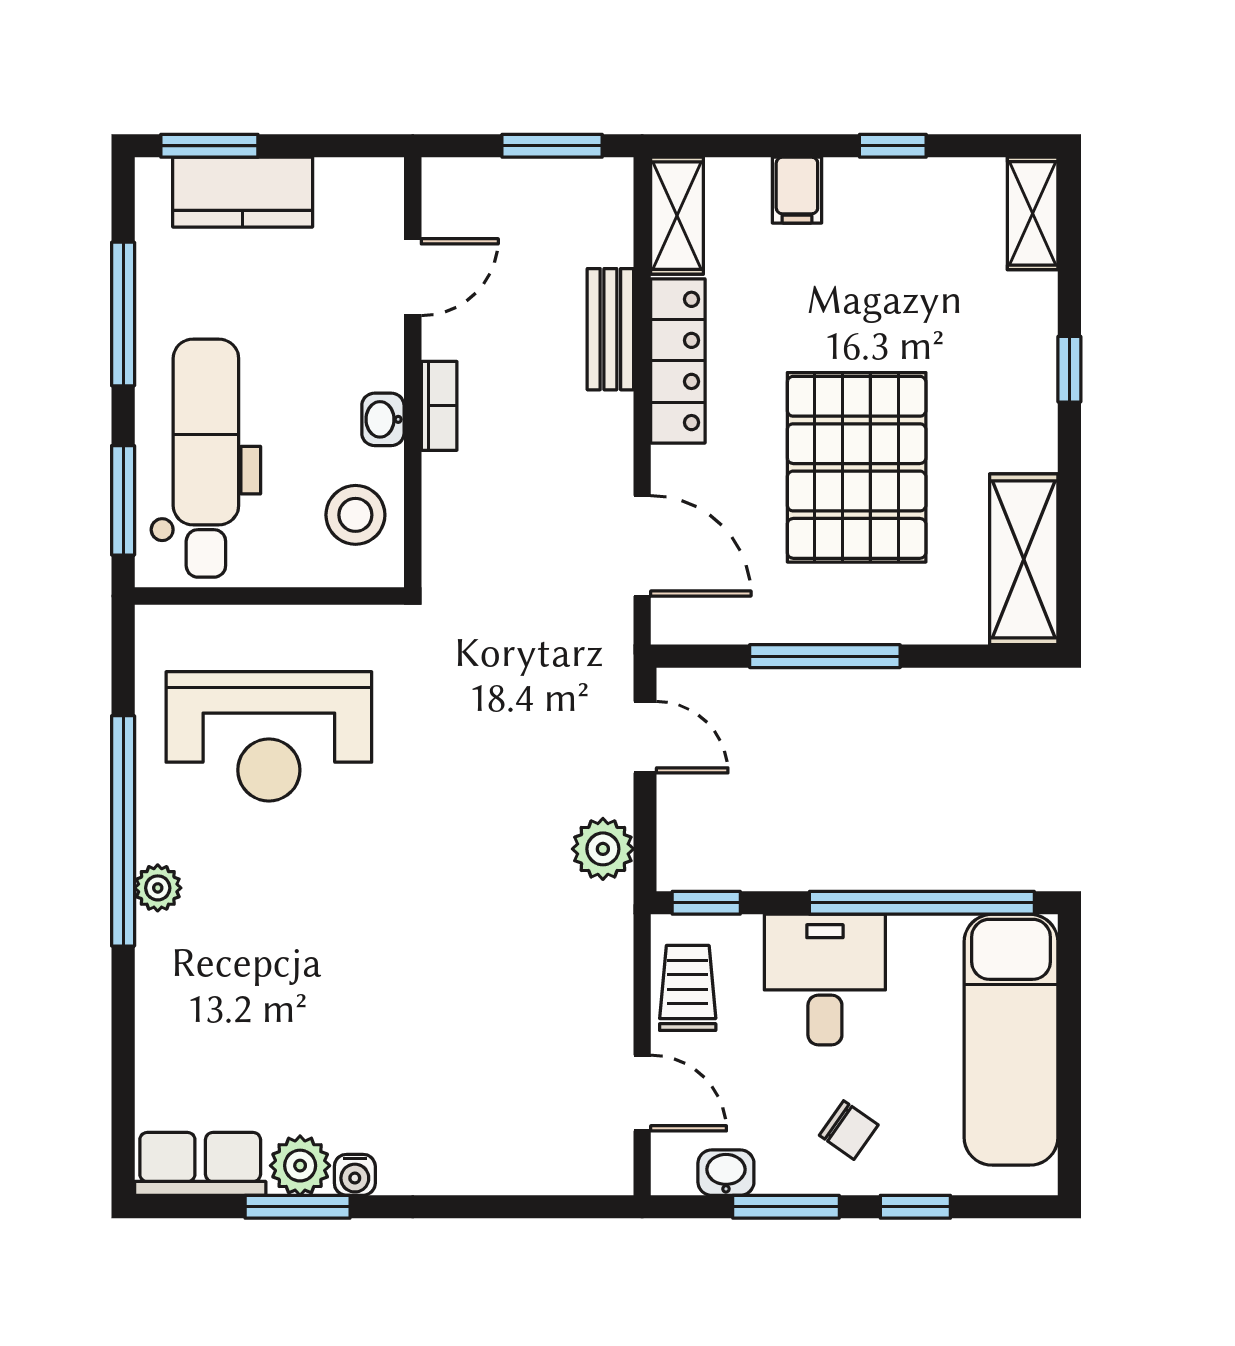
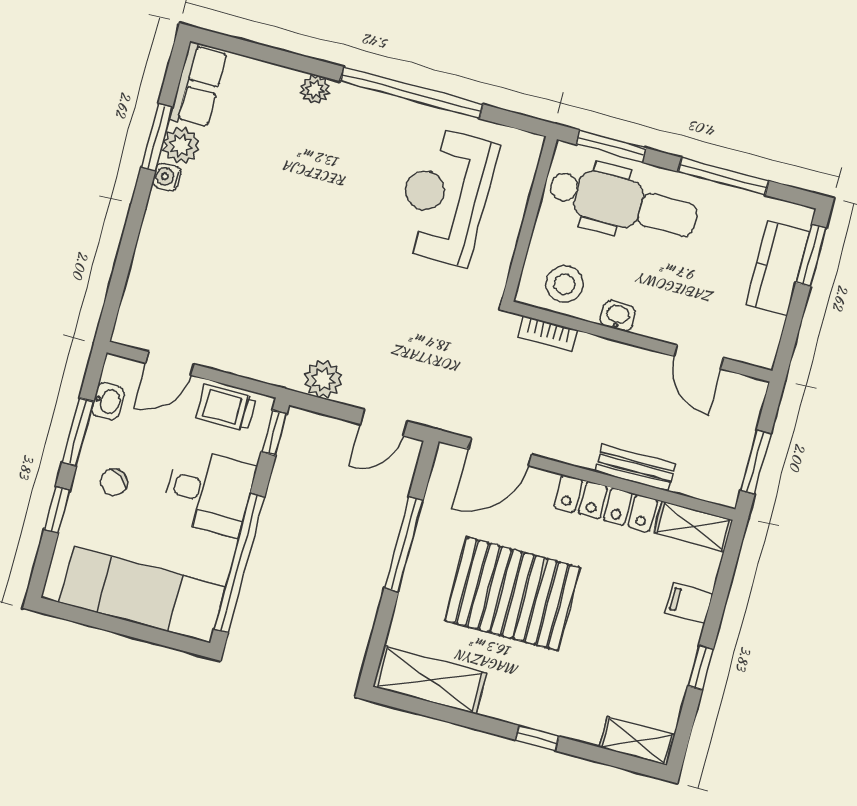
bookcase: (439, 406) -> (548, 334), moved
plant: (158, 888) -> (315, 89), moved
trolley: (688, 988) -> (226, 408), turned 180

